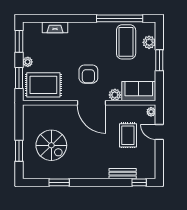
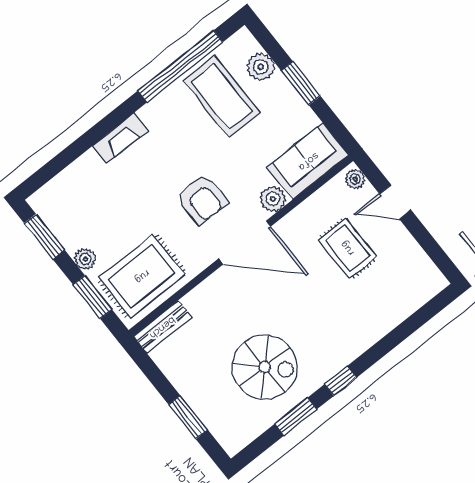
fireplace: (55, 27) -> (120, 138), moved
spiral stairs: (51, 145) -> (265, 367), moved
bench: (123, 174) -> (162, 327), moved
window: (139, 182) -> (341, 381), moved

